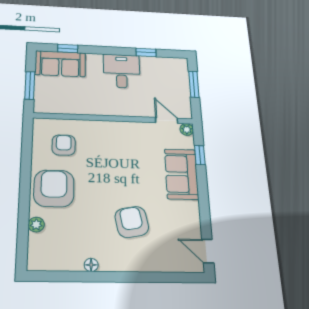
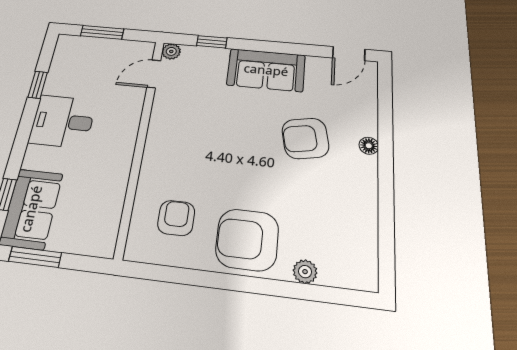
window: (30, 85) -> (35, 257), moved
armchair: (64, 145) -> (176, 218), turned 90
sofa: (181, 174) -> (266, 70), moved
floor lamp: (91, 265) -> (369, 146), moved

